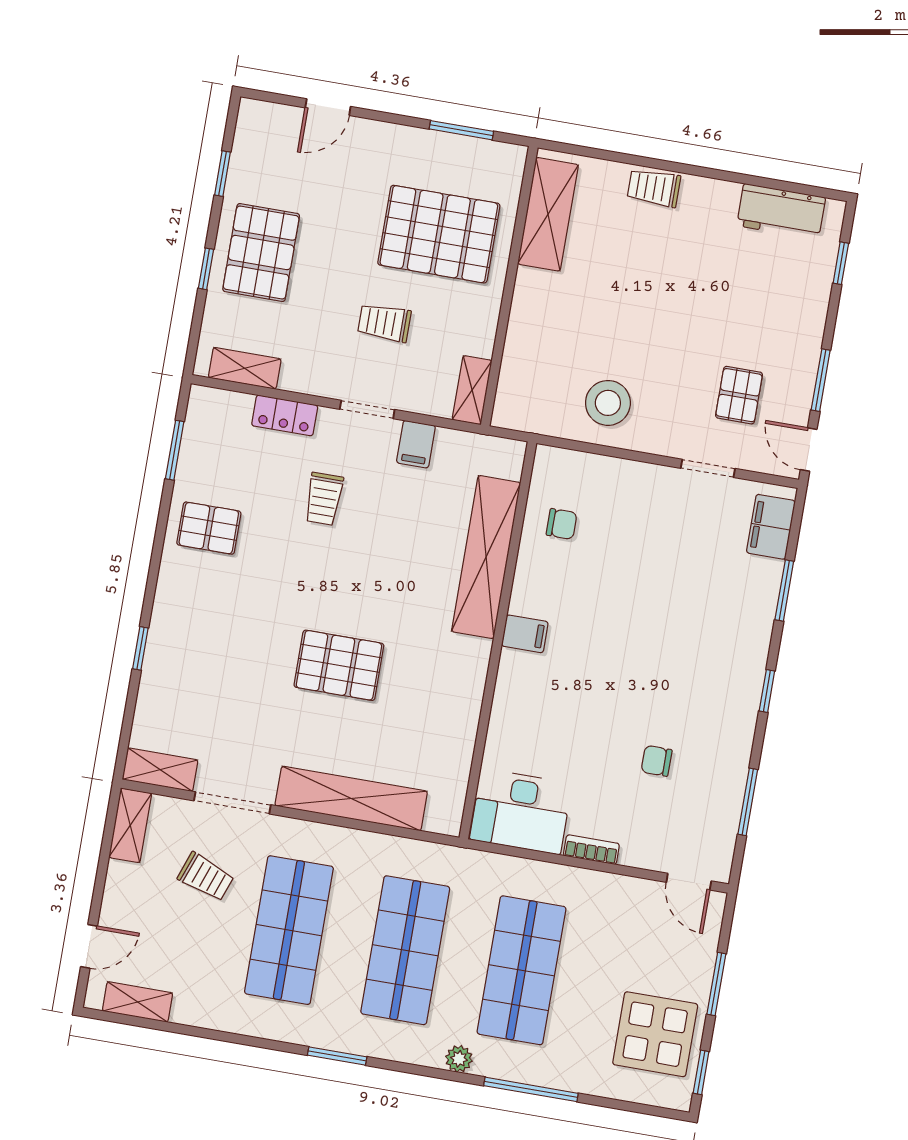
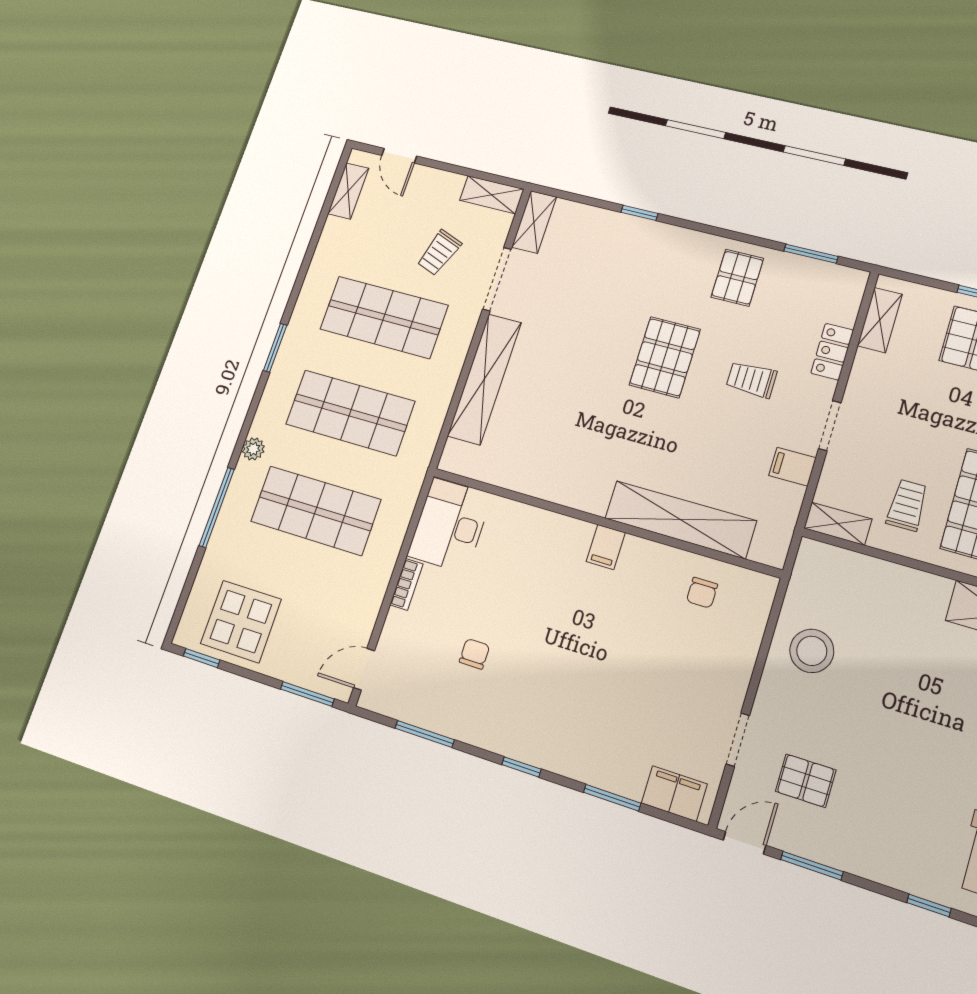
trolley: (384, 323) -> (907, 505), moved
pallet: (339, 665) -> (665, 357), moved
window: (716, 984) -> (307, 694), moved

